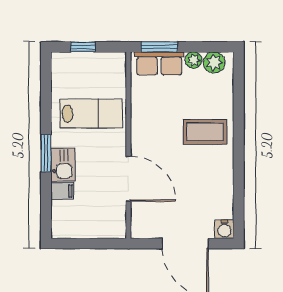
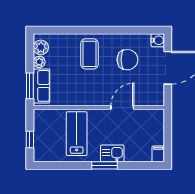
door: (128, 179) -> (122, 108), width x0.73
chair: (197, 186) -> (127, 60), added
filing cabinet: (62, 191) -> (158, 154), moved

